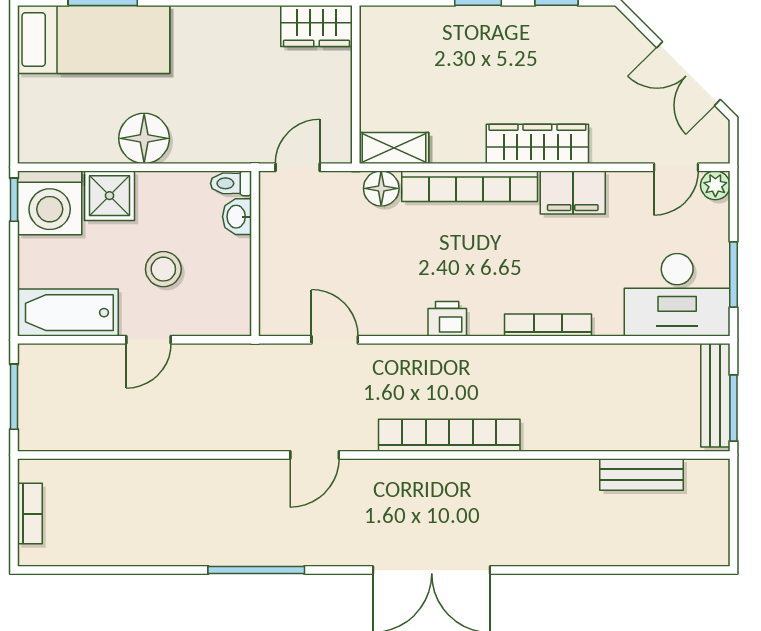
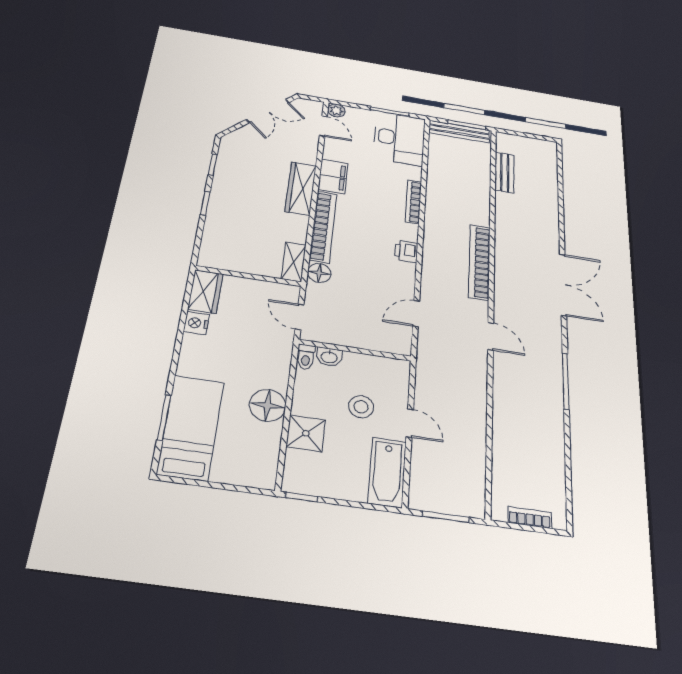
nightstand: (260, 22) -> (196, 323), added
washing machine: (50, 203) -> (307, 473), removed

